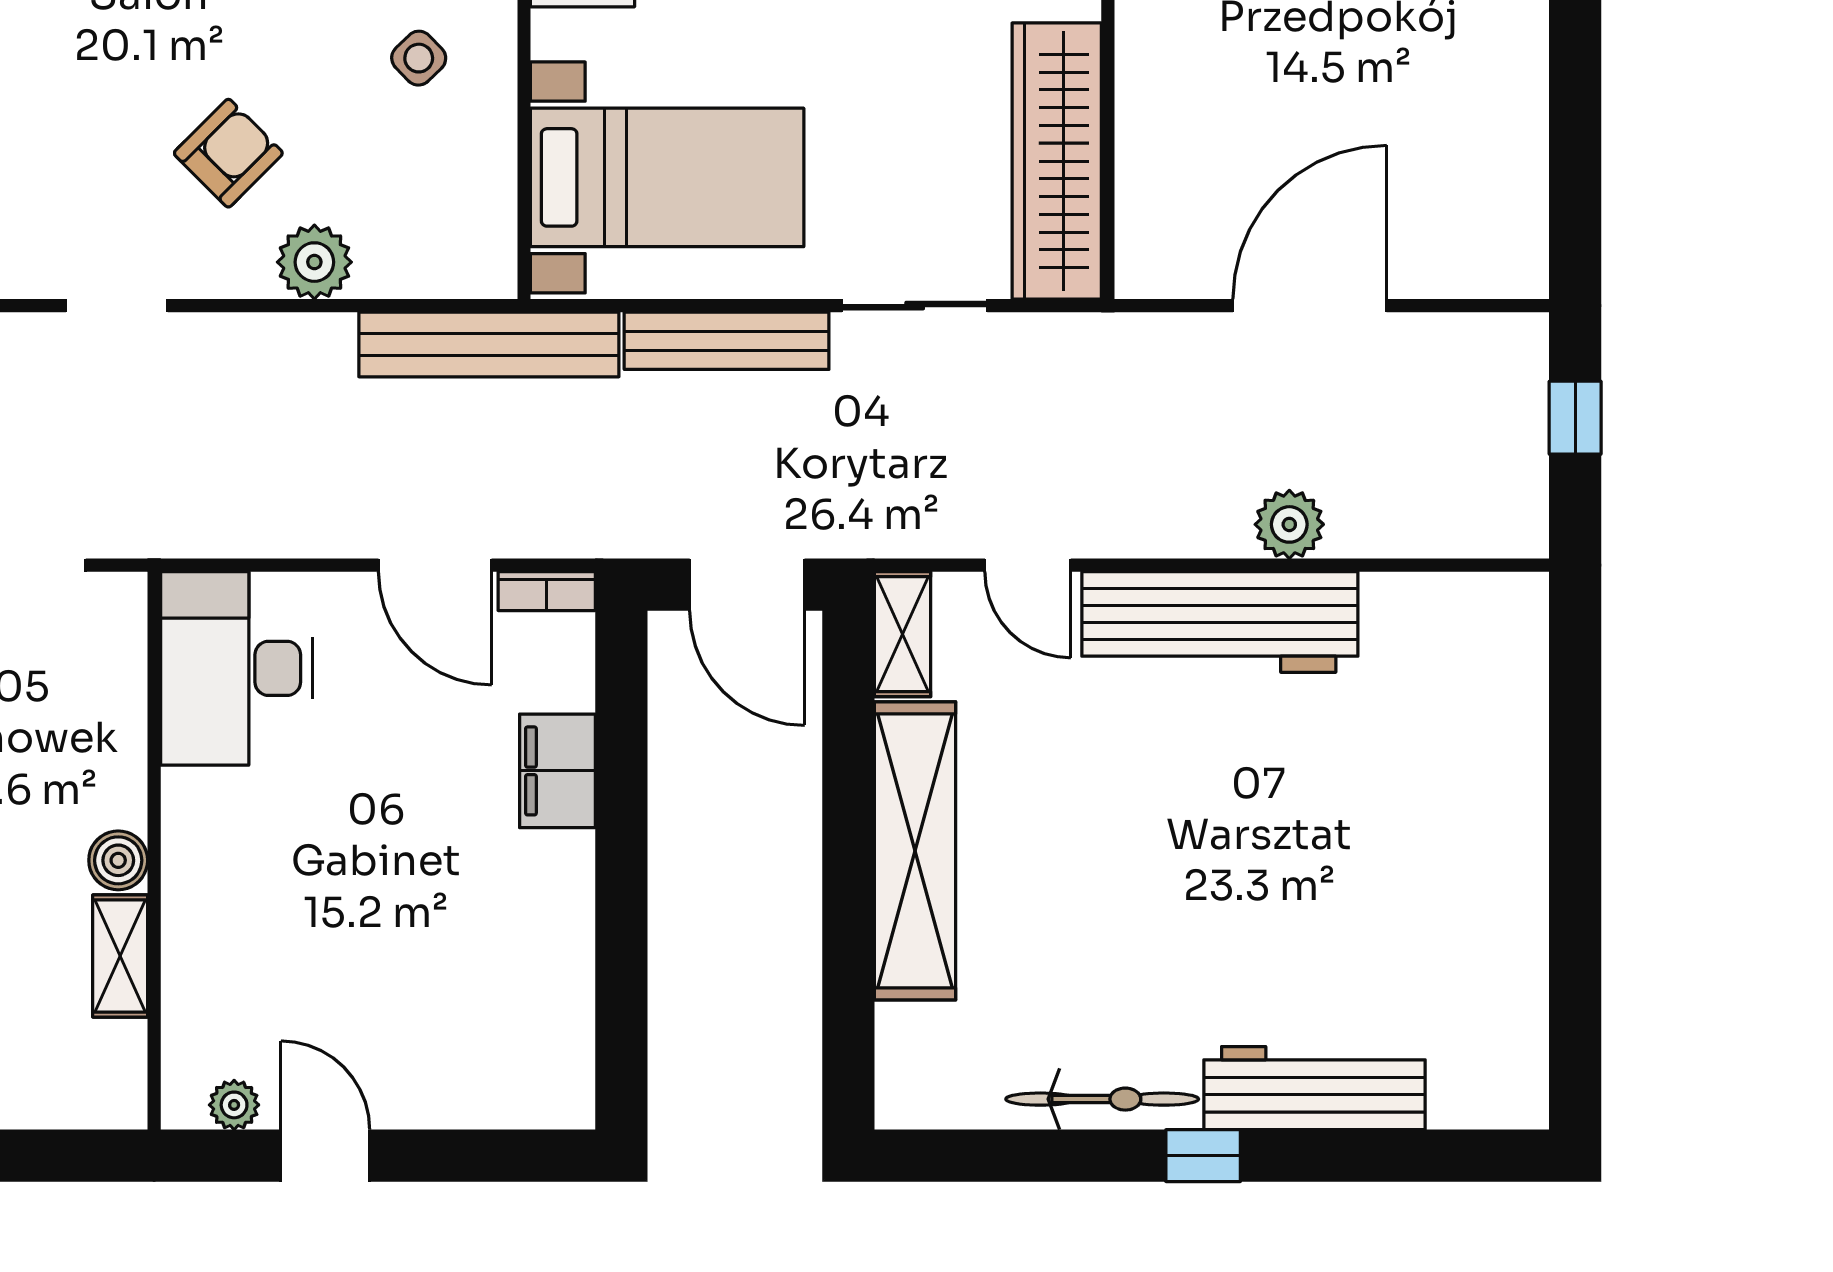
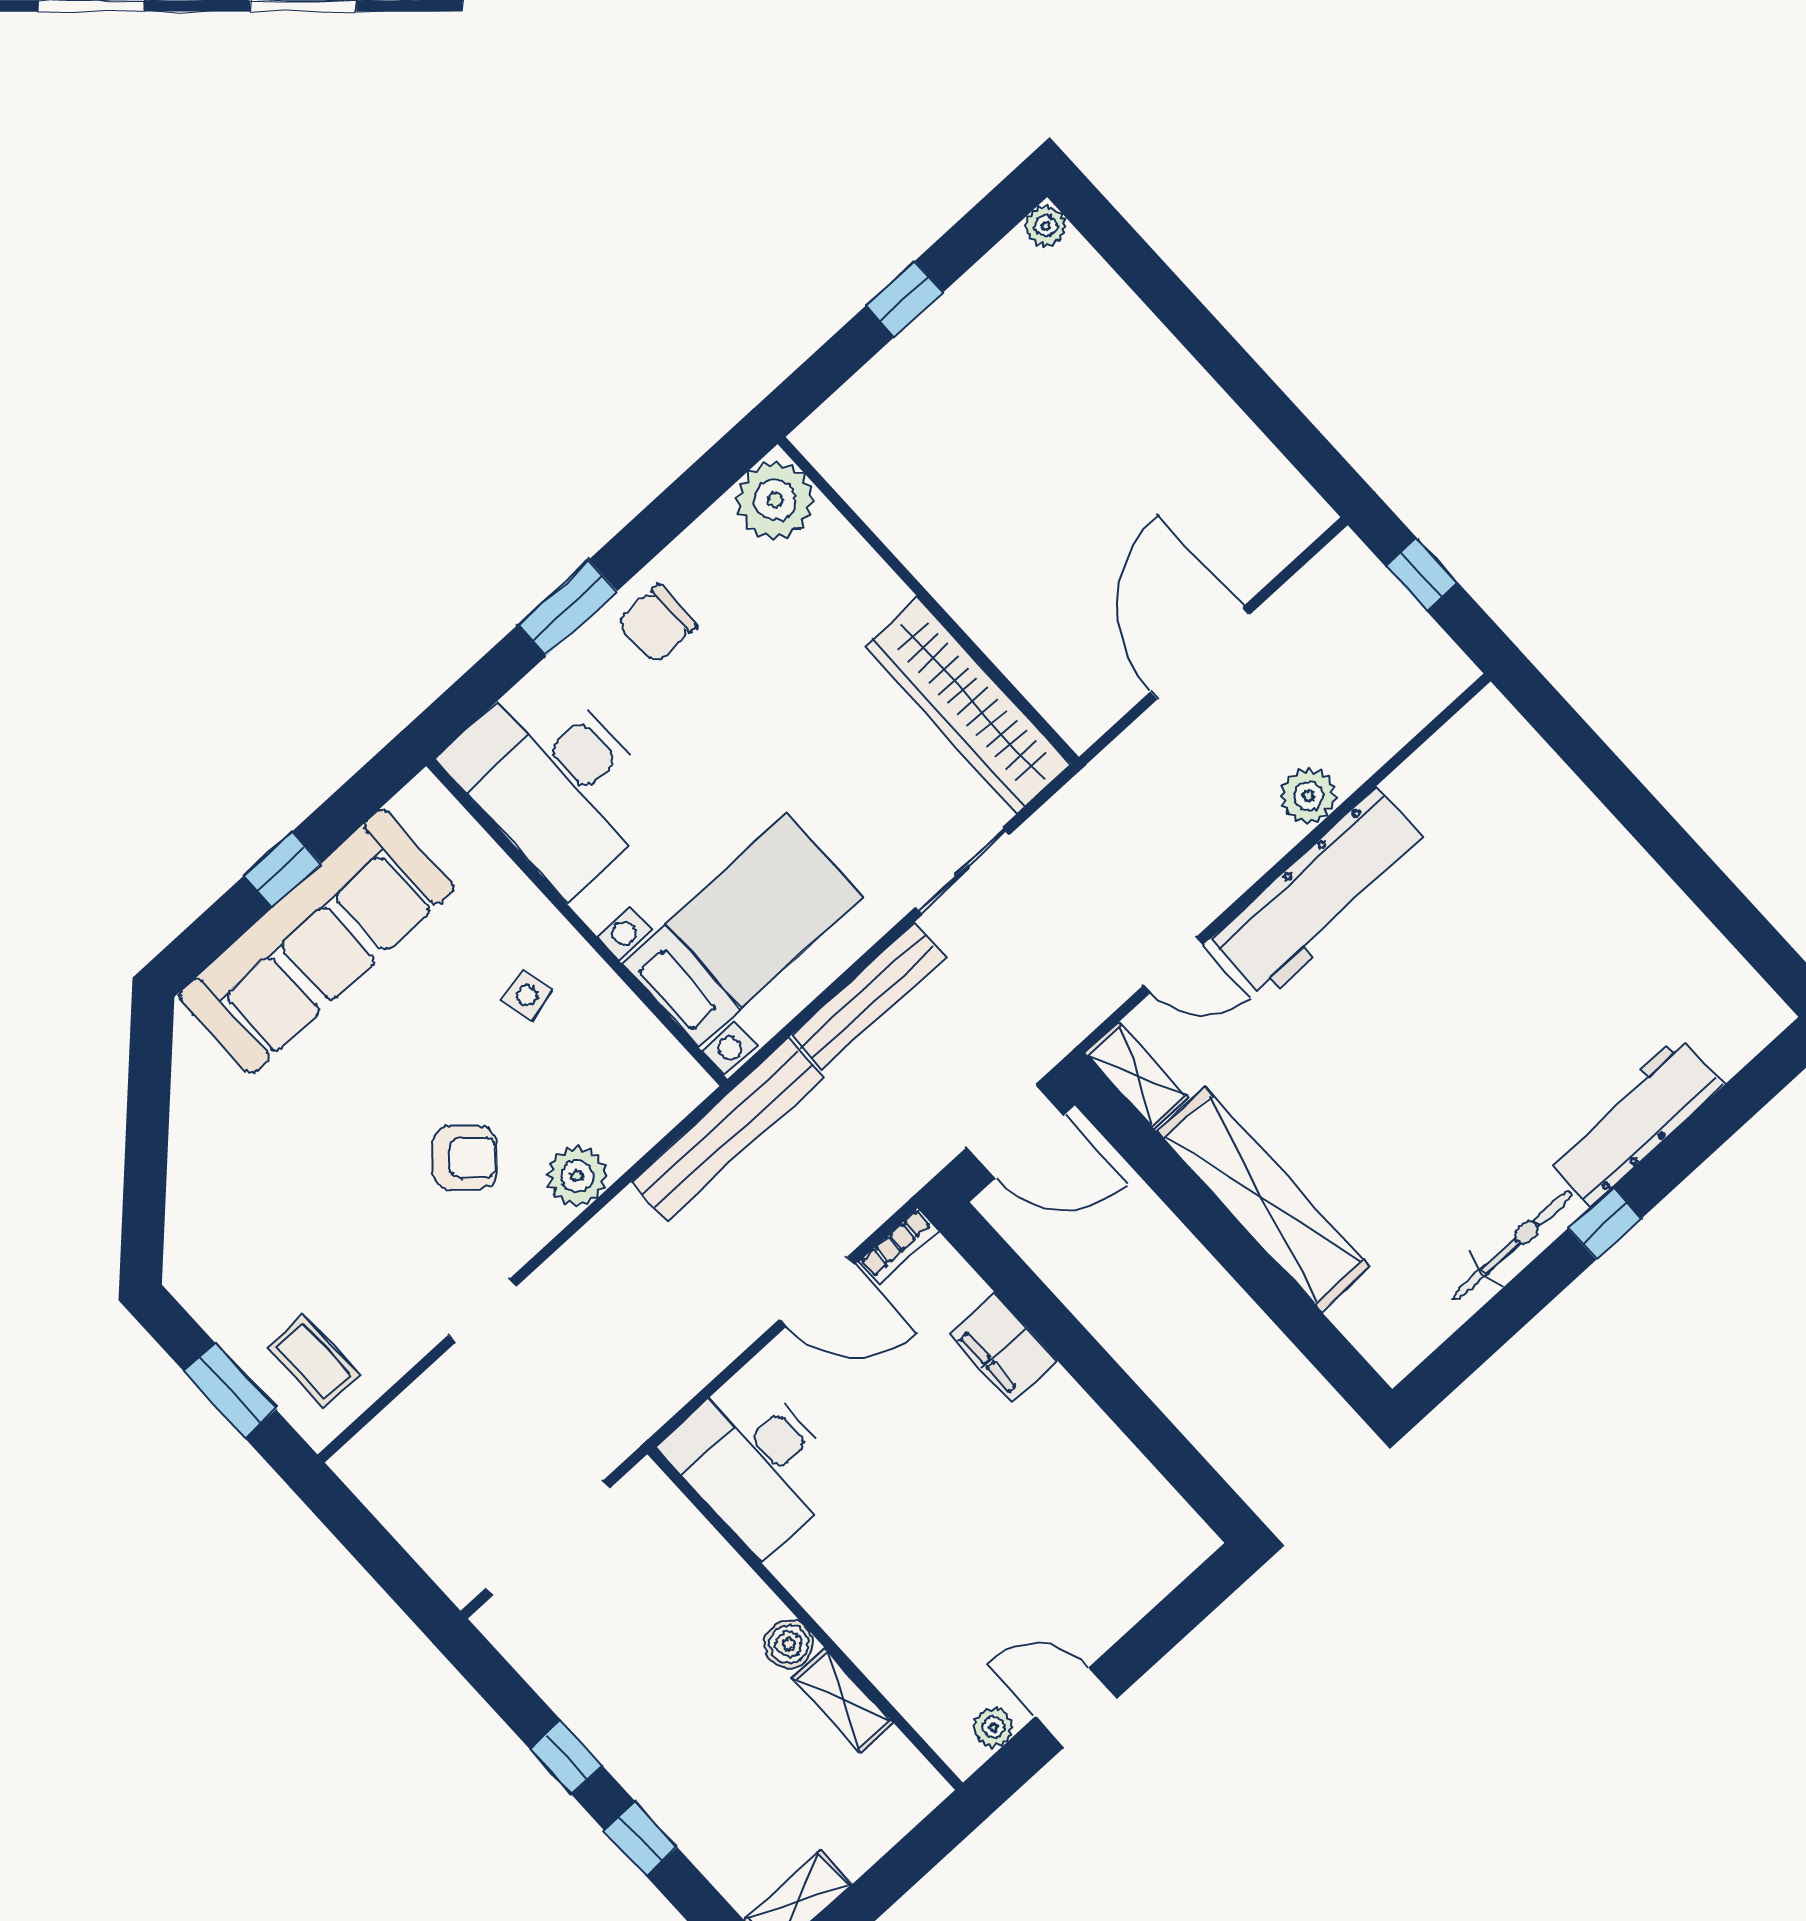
side table: (419, 58) -> (527, 996), turned 30
armchair: (228, 153) -> (465, 1158), turned 87

